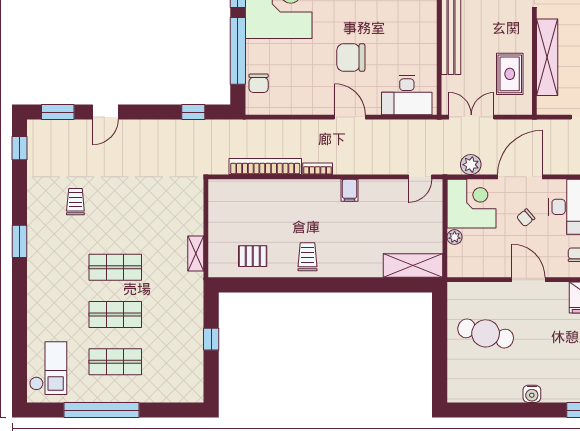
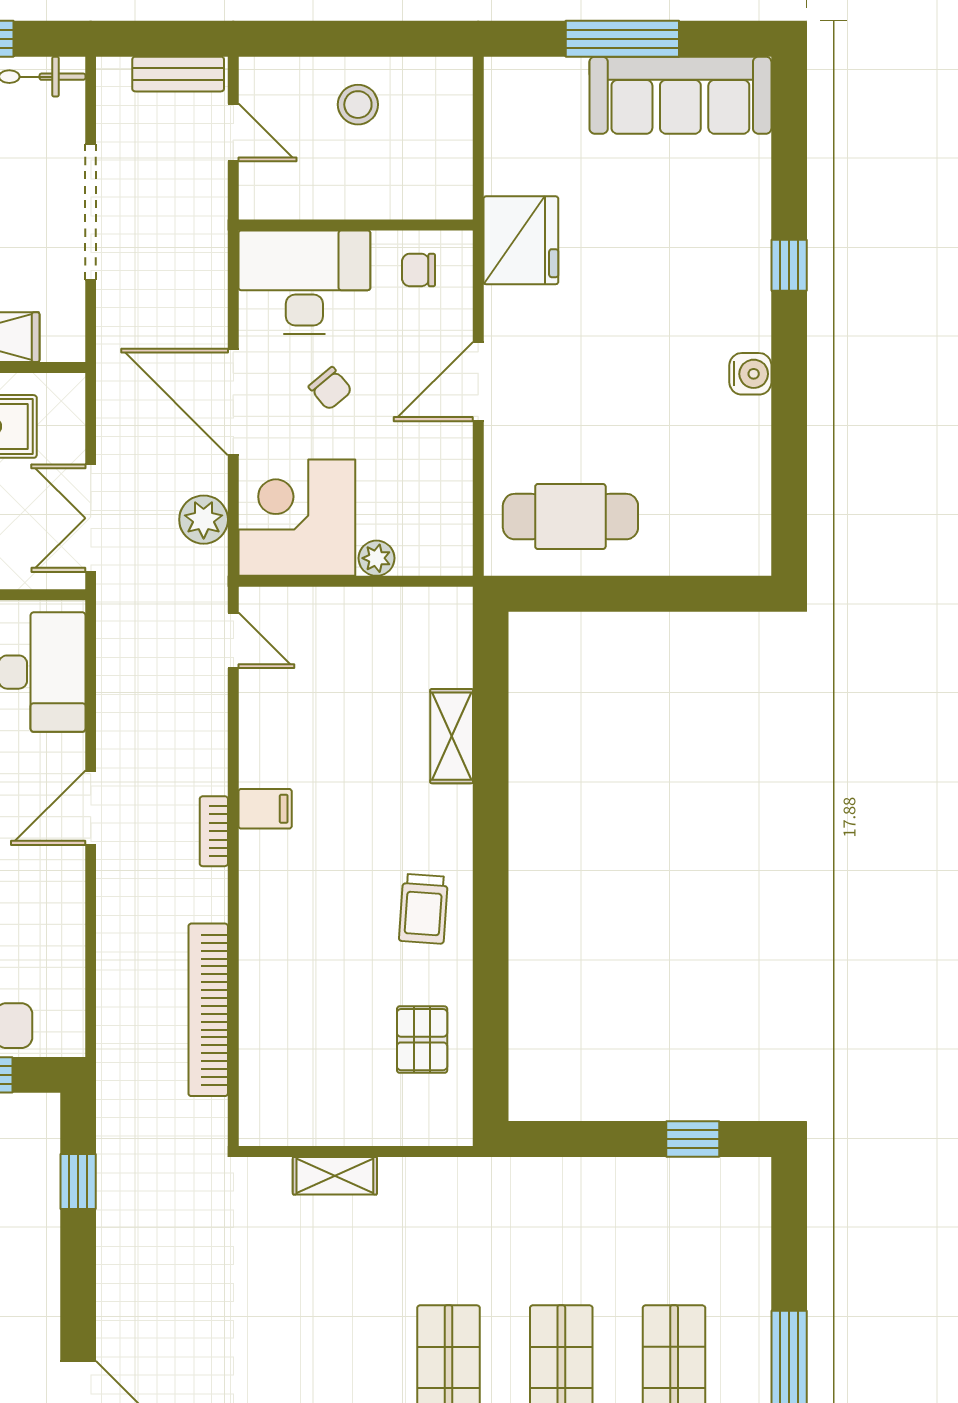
bookcase: (318, 169) -> (214, 831), moved
shelving: (196, 254) -> (335, 1176), moved
trolley: (308, 257) -> (423, 909), turned -86
shelving: (413, 266) -> (452, 736), moved, width x0.67, depth x0.75
cafe table: (486, 333) -> (570, 517), moved, turned 75
window: (211, 339) -> (693, 1139), moved

